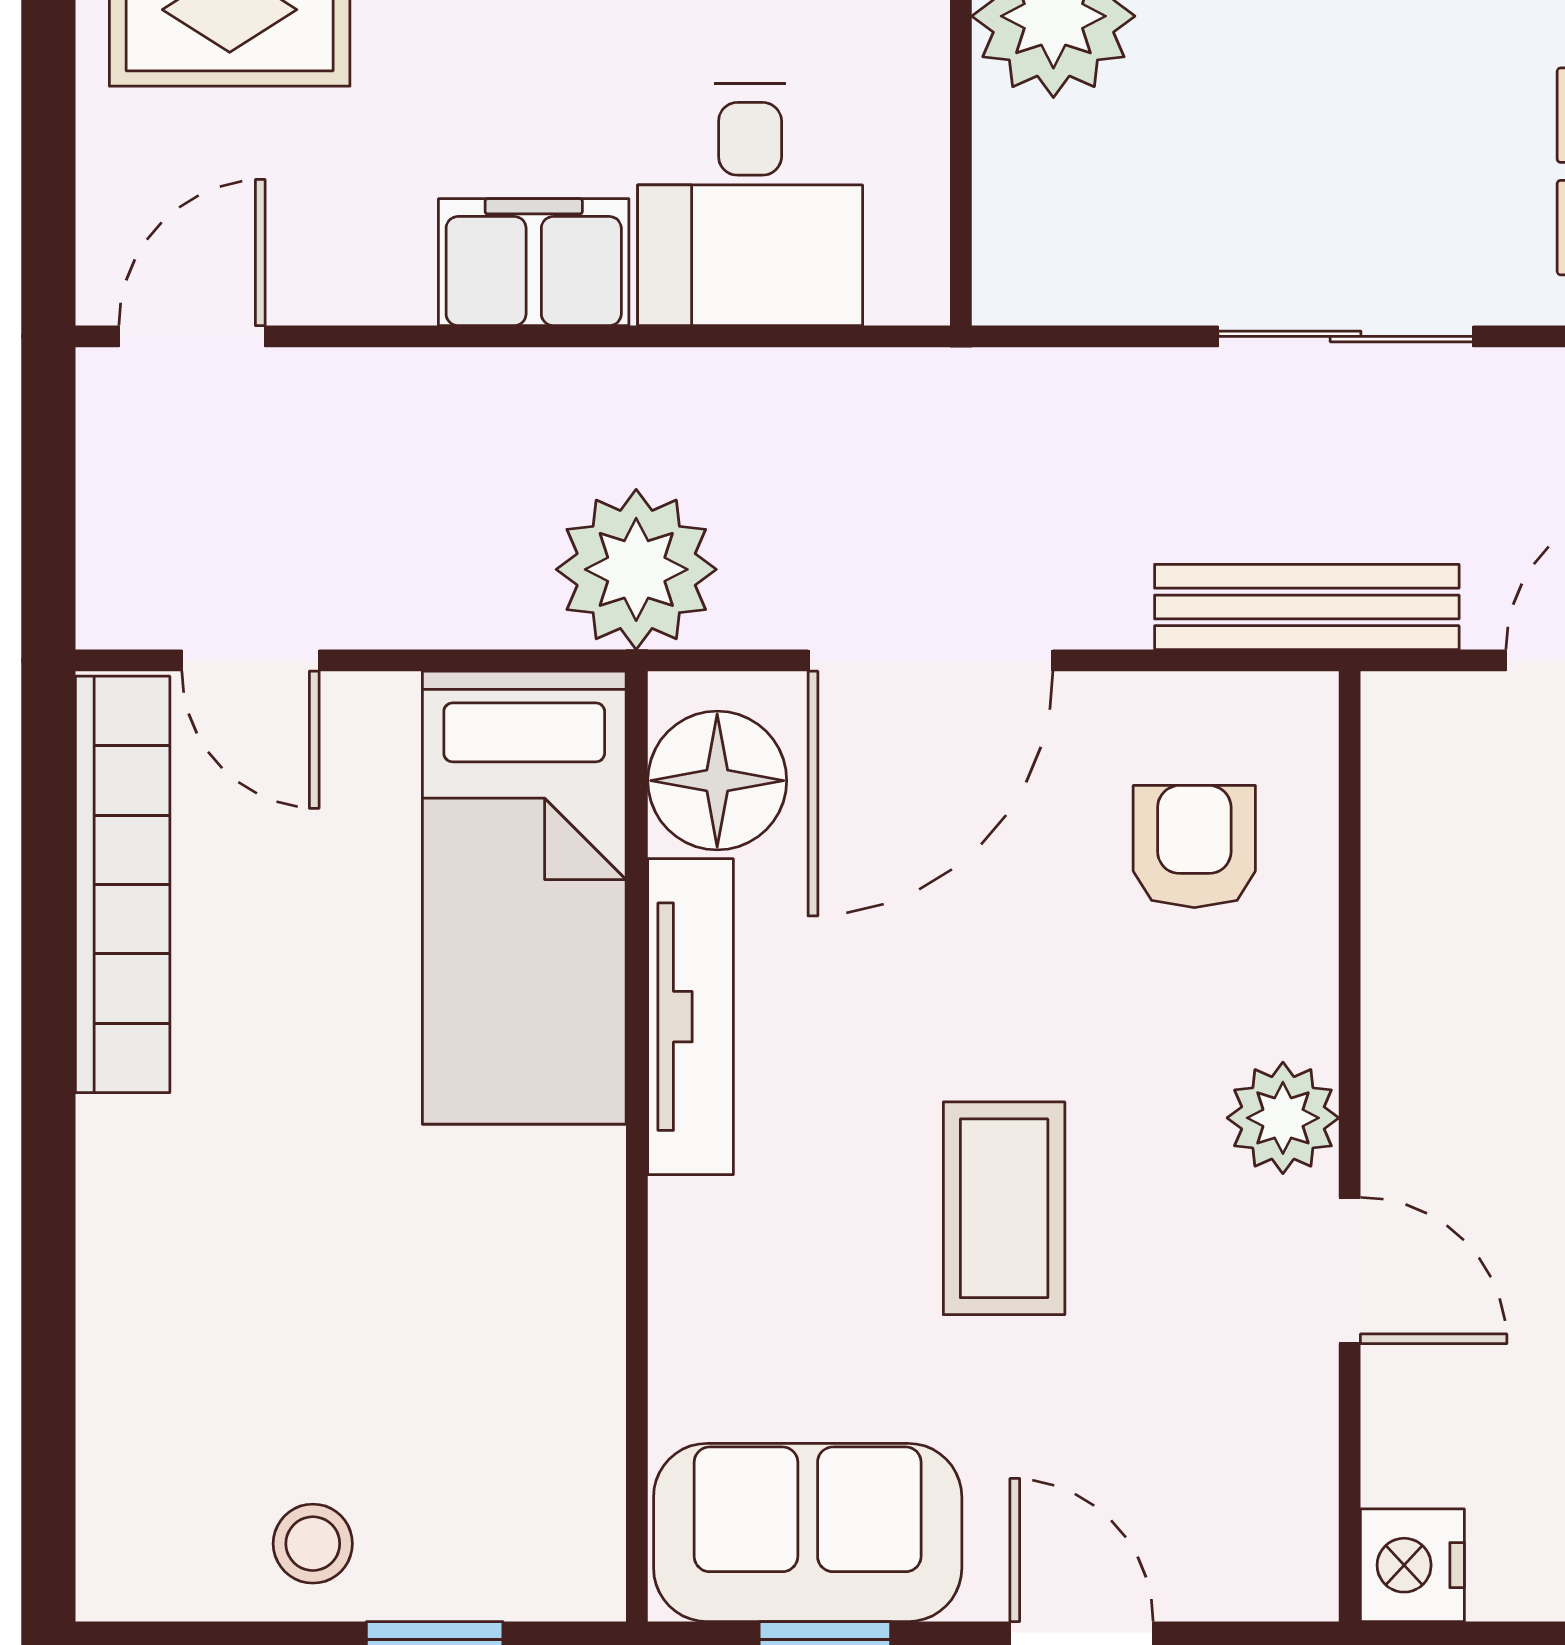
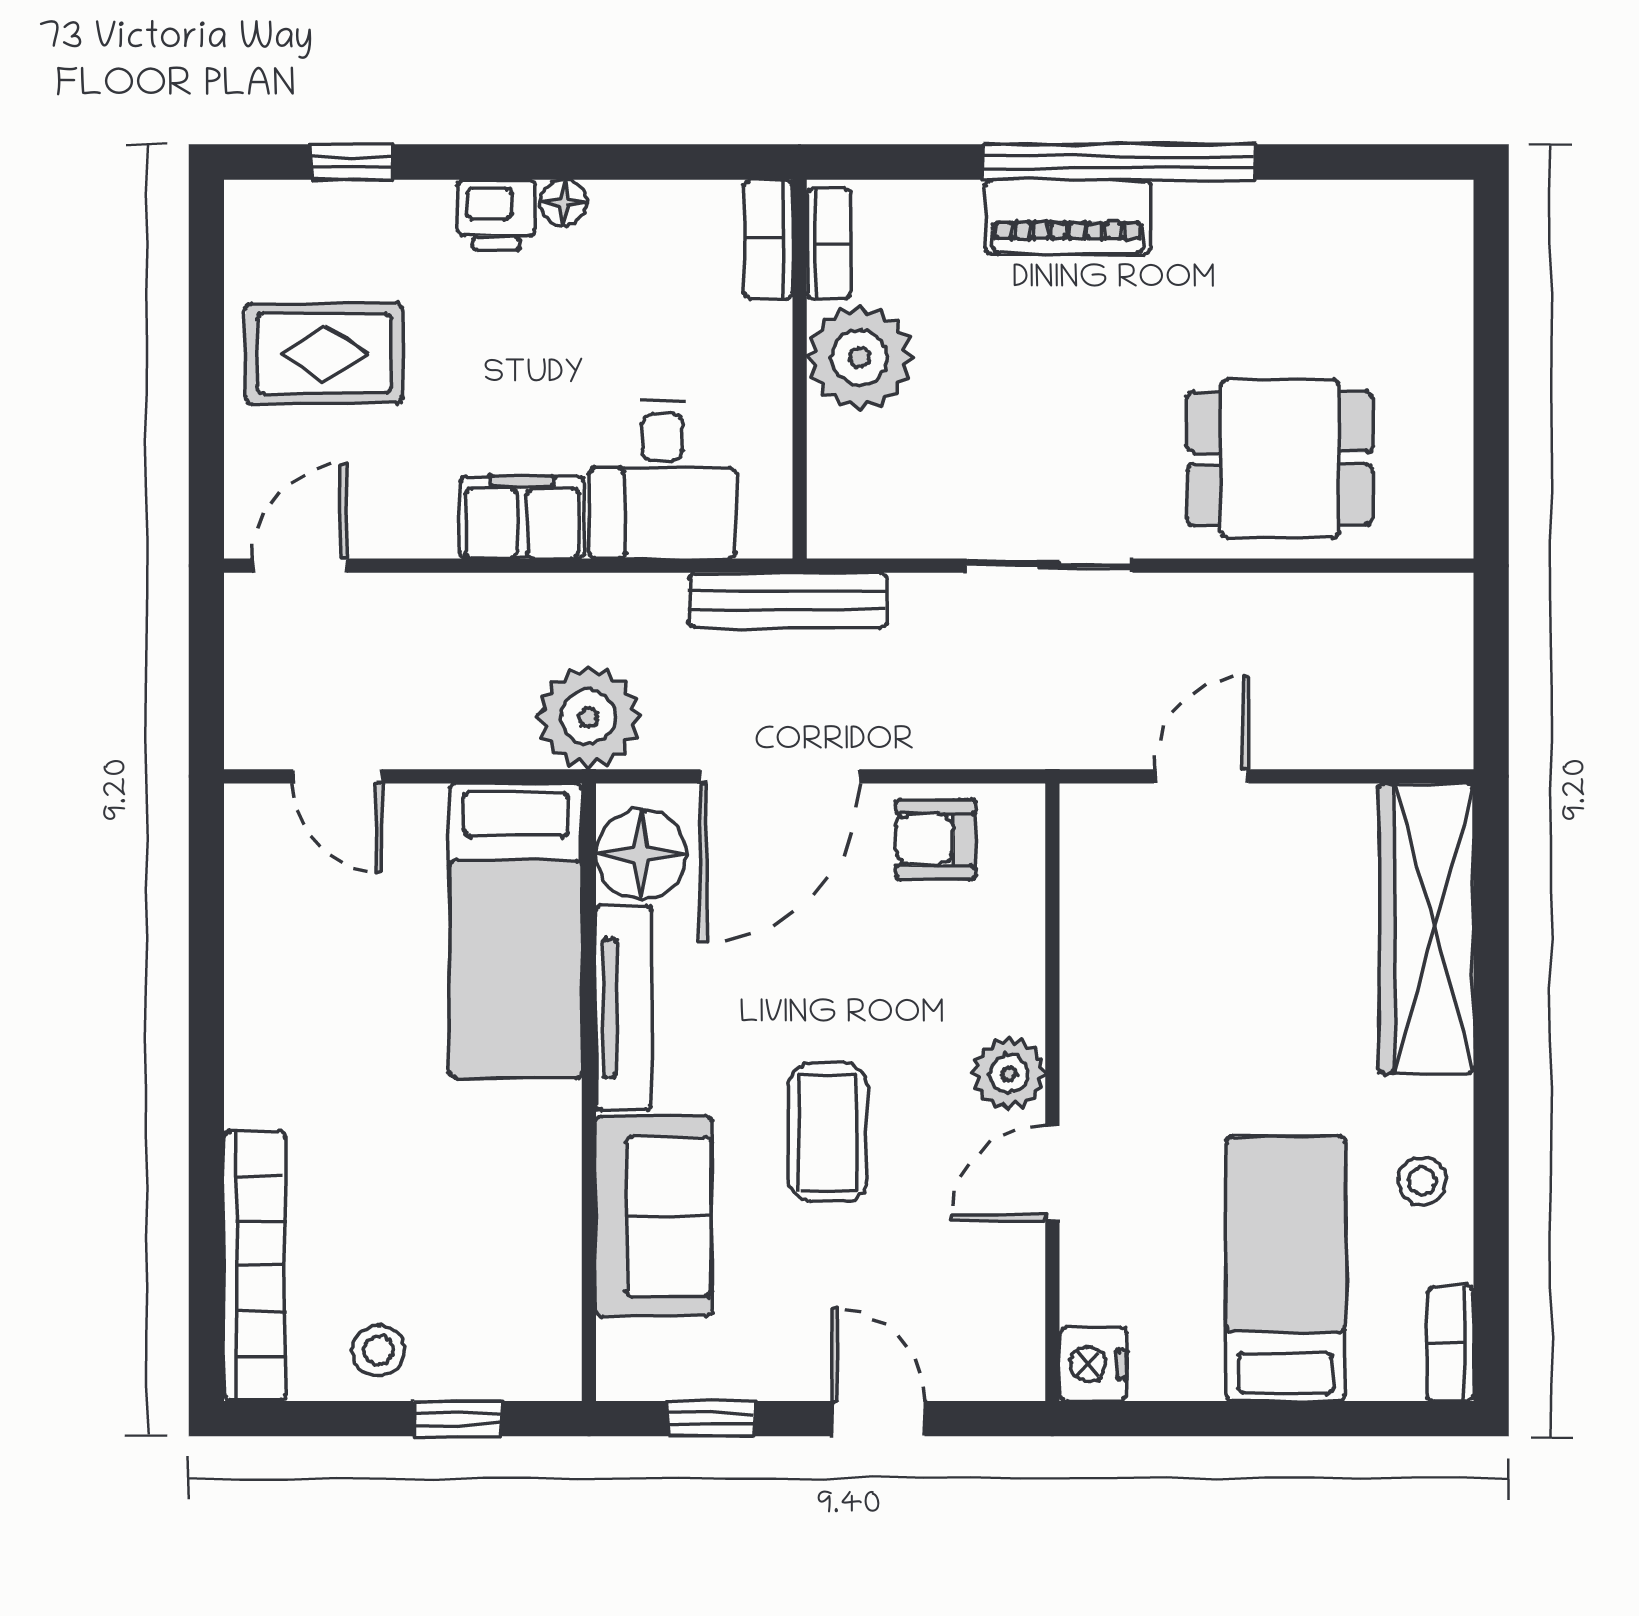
bench: (1307, 607) -> (788, 600), moved
armchair: (1194, 847) -> (936, 840), moved, turned -90
bookcase: (123, 884) -> (255, 1266), moved
door: (1350, 1270) -> (1052, 1173), swing flipped
sofa: (808, 1532) -> (654, 1216), moved, turned 90

